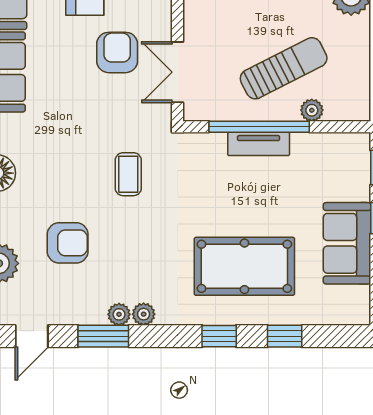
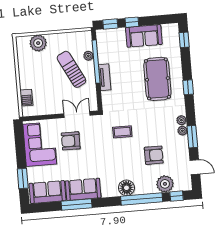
double door: (177, 72) -> (77, 114), swing flipped
window: (259, 127) -> (96, 62), moved
armchair: (68, 243) -> (154, 155), turned 90
window: (285, 336) -> (184, 40), moved

